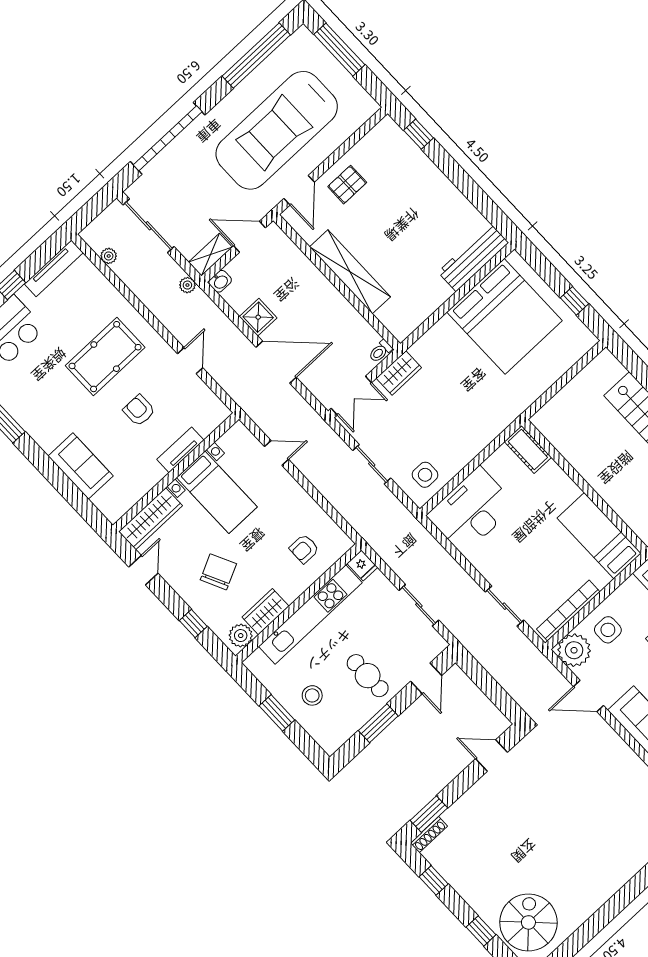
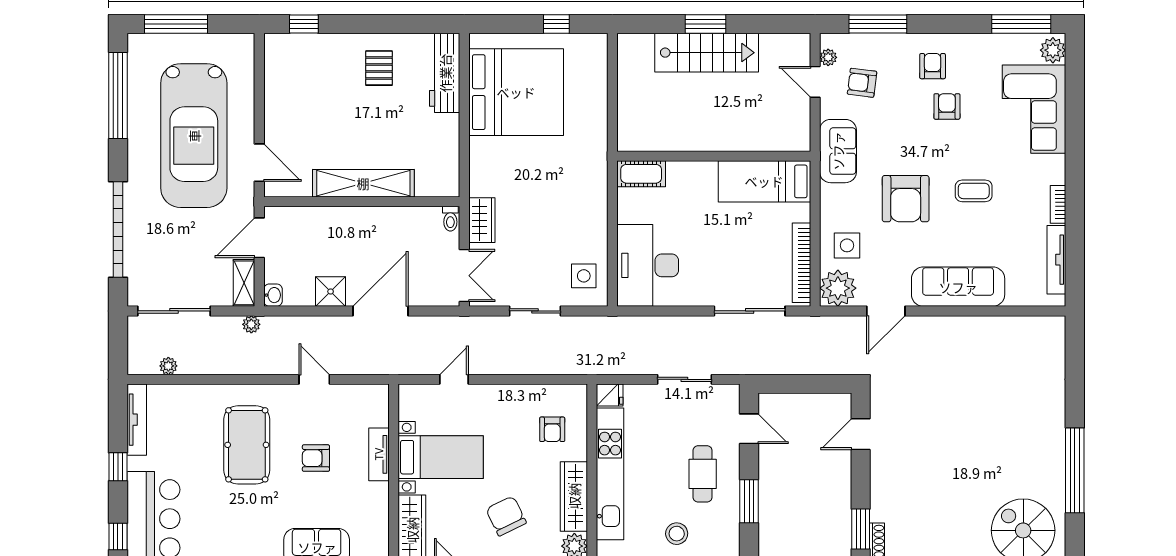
pallet: (347, 185) -> (379, 68), moved
sliding door: (504, 606) -> (750, 311), width x1.37
wardrobe: (265, 612) -> (574, 496), width x1.50
cafe table: (368, 676) -> (703, 474), turned 90
window: (600, 919) -> (1075, 470), added

